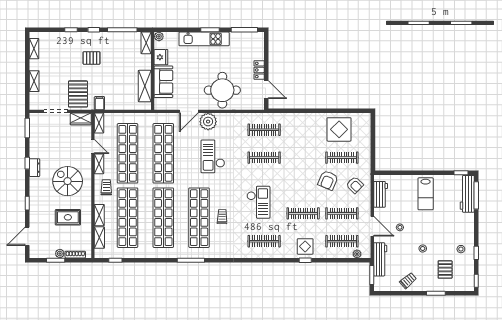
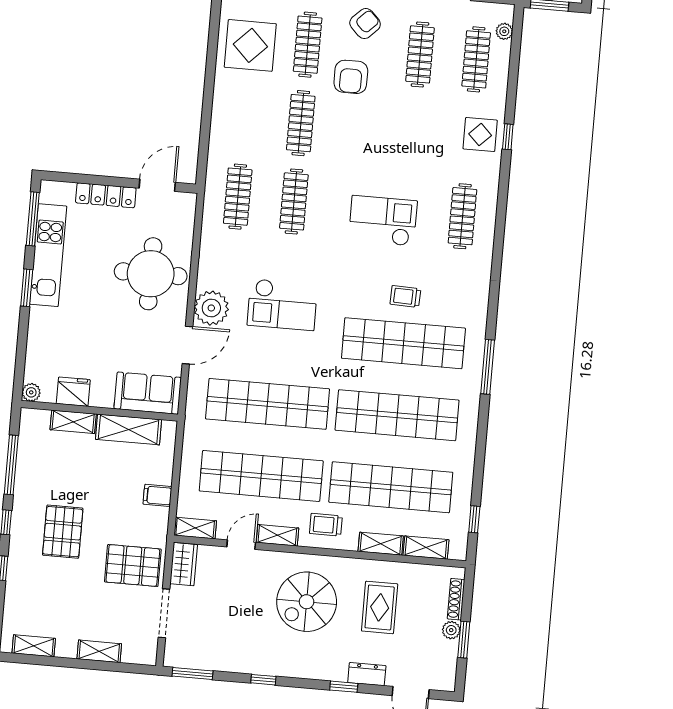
kitchen unit: (204, 39) -> (48, 255), moved
shelving: (146, 43) -> (73, 422), moved
pallet: (92, 58) -> (63, 532), width x1.50, depth x1.42
locker: (259, 70) -> (106, 195), width x1.53
sofa: (163, 82) -> (148, 393), moved
filing cabinet: (99, 103) -> (157, 495), moved
door: (189, 111) -> (187, 345), hinge flipped
dresser: (34, 168) -> (367, 674), moved
armchair: (328, 180) -> (351, 77), turned 67
clothes rail: (303, 213) -> (301, 123), moved

